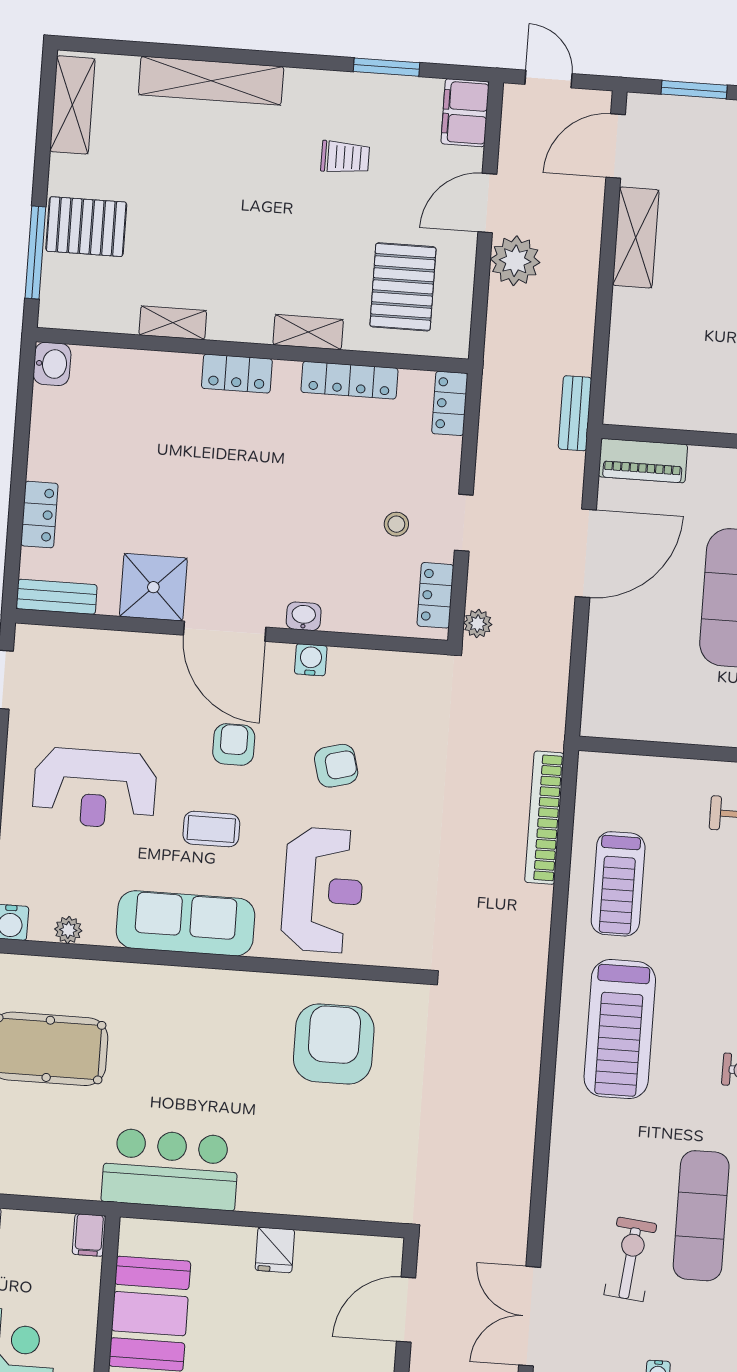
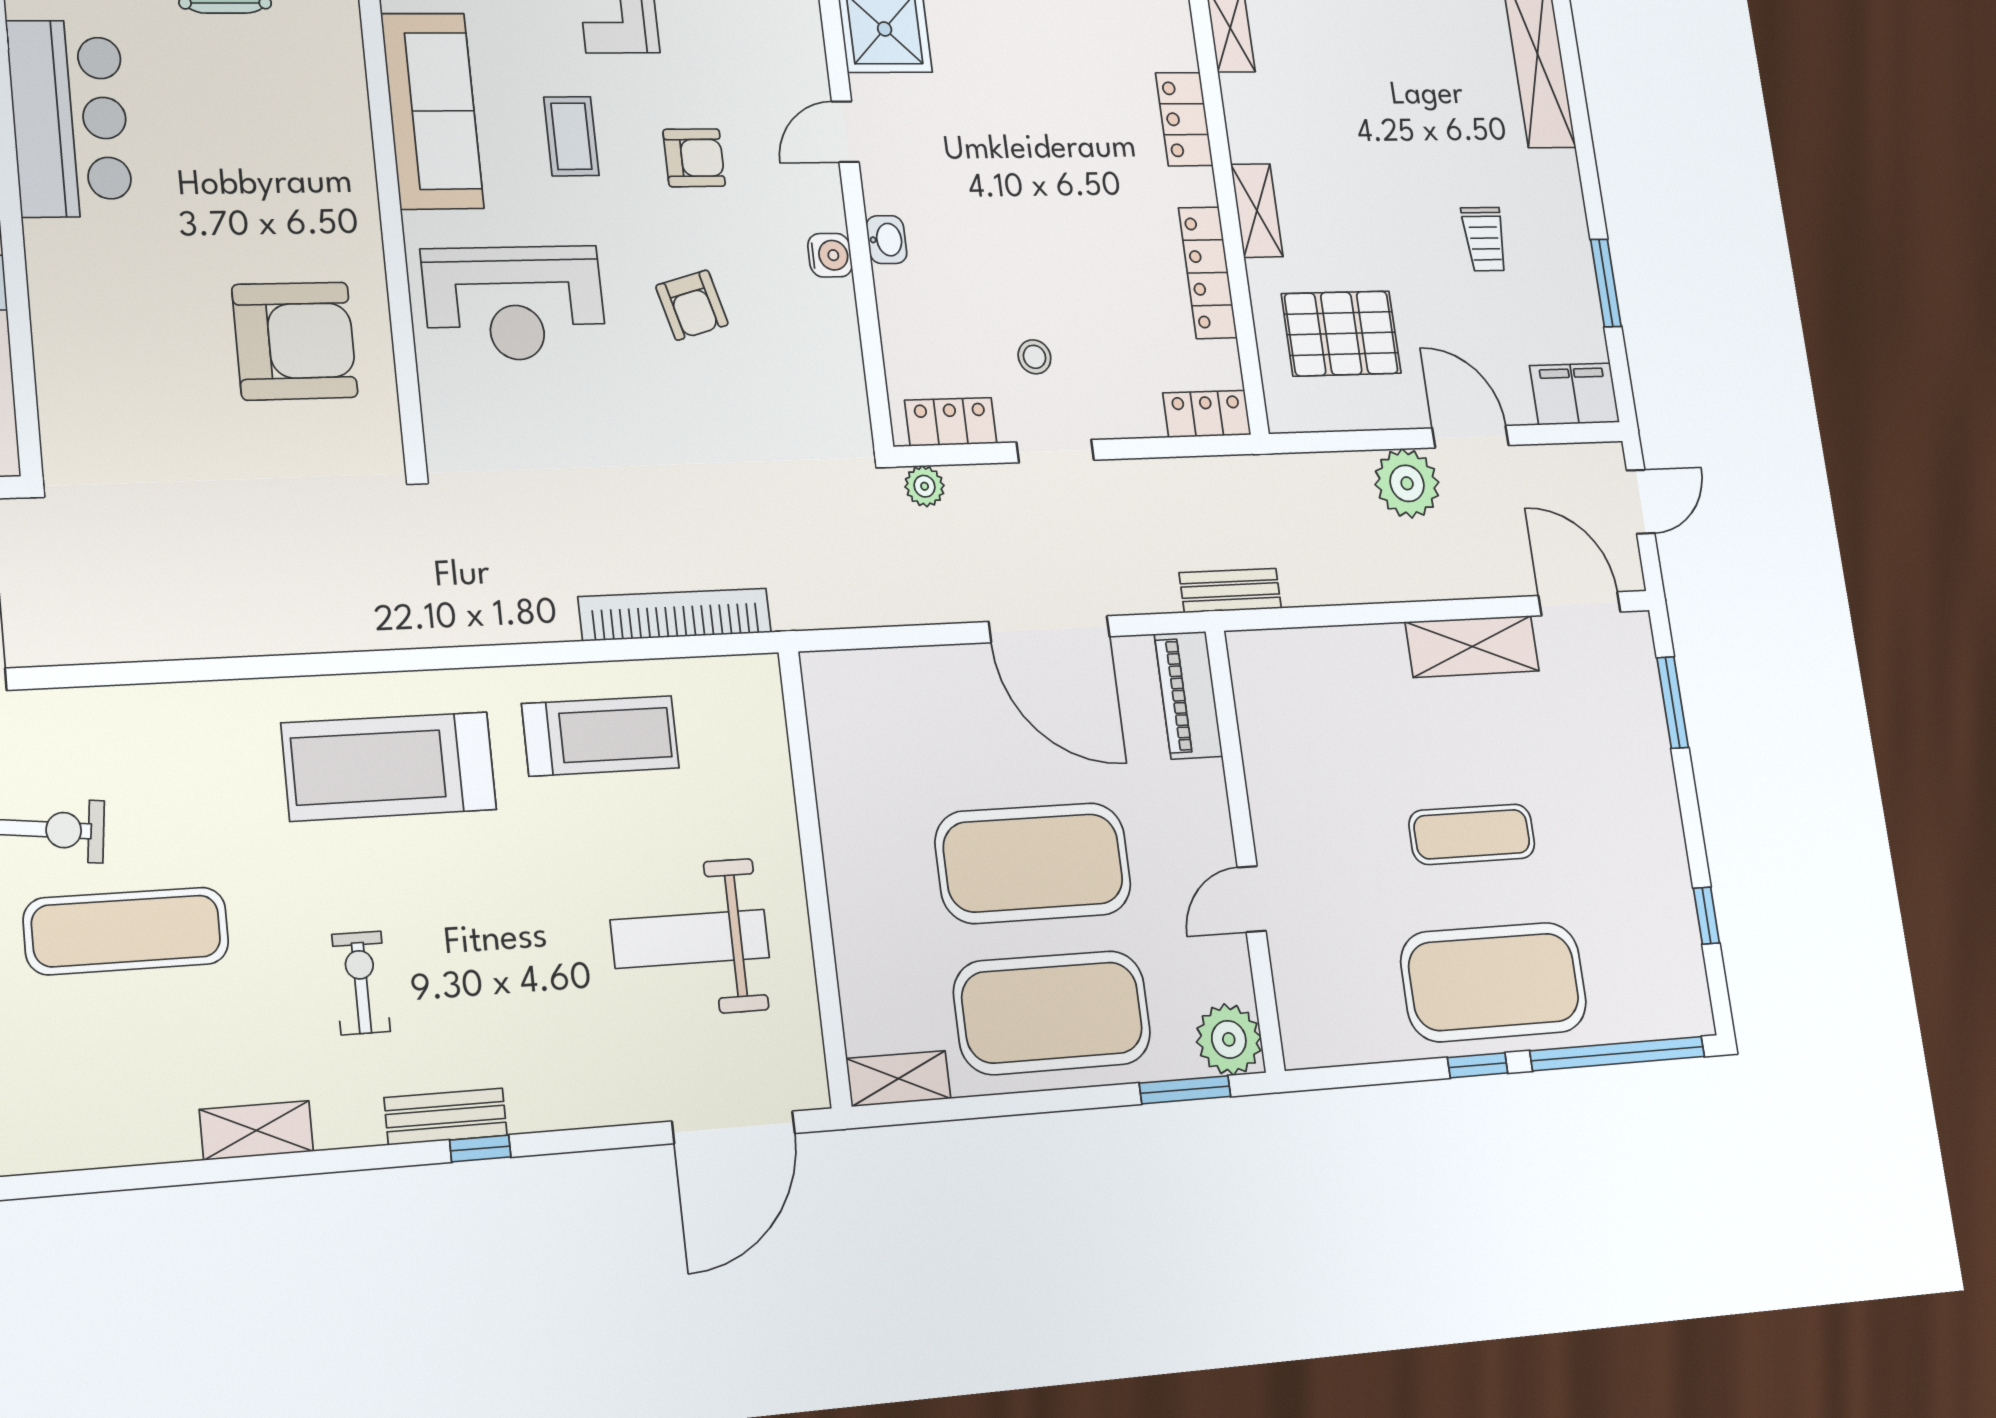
door: (225, 631) -> (845, 132), width x0.53
treadmill: (618, 884) -> (601, 736), turned 180

